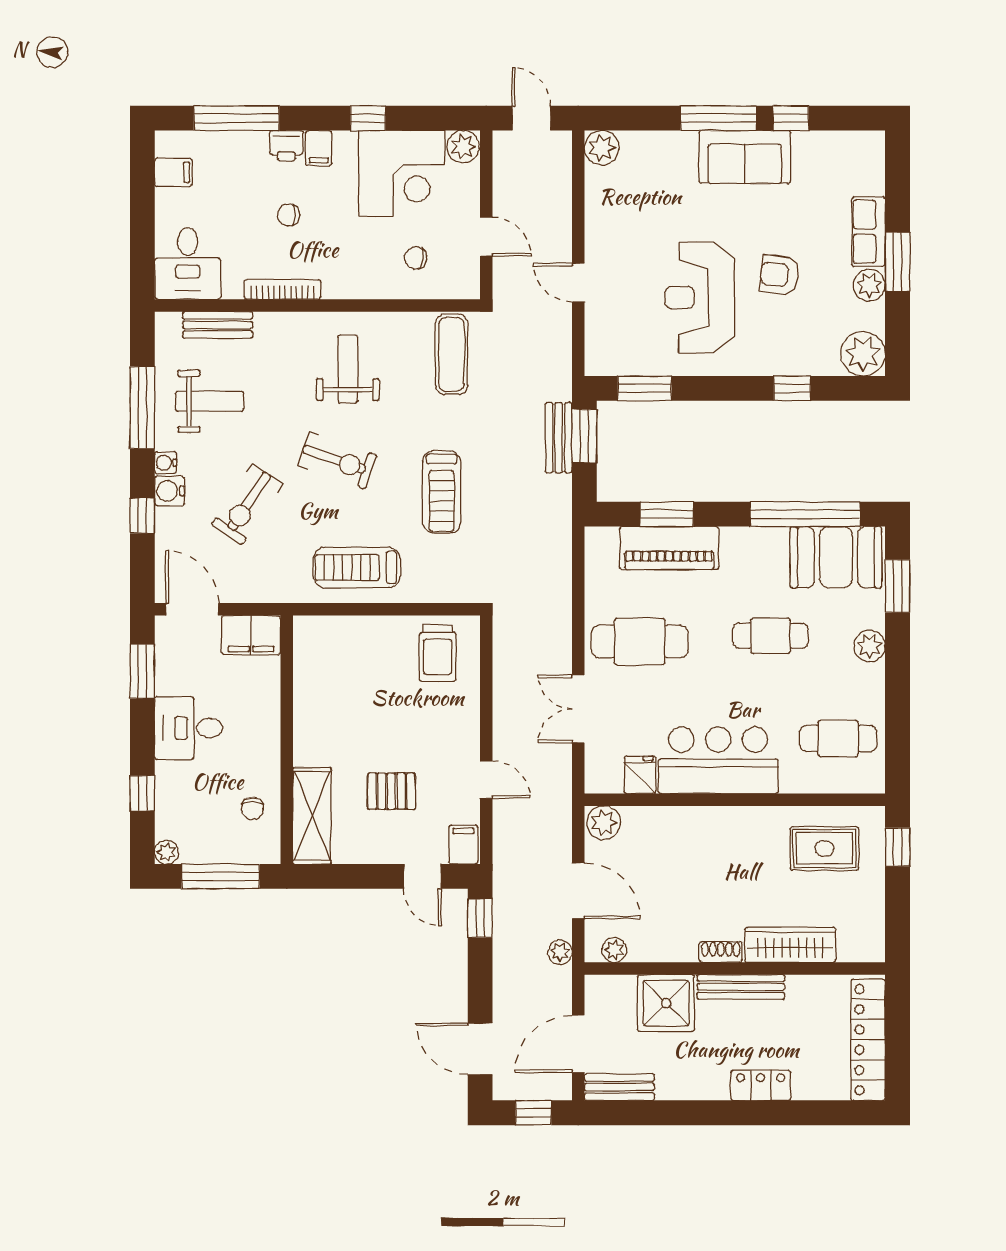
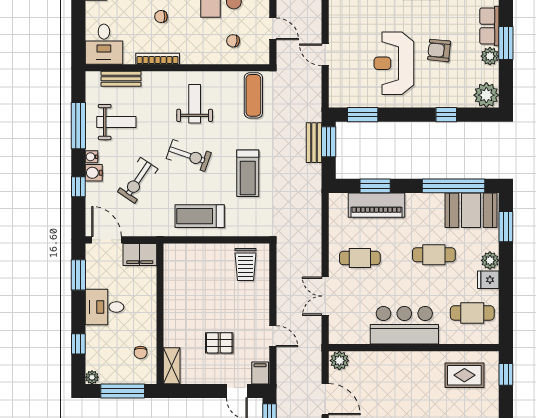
cafe table: (640, 641) -> (360, 258), width x0.73, depth x0.74
fridge: (640, 775) -> (488, 280), moved, turned -90
shelving: (312, 816) -> (172, 366), width x0.67, depth x0.75

